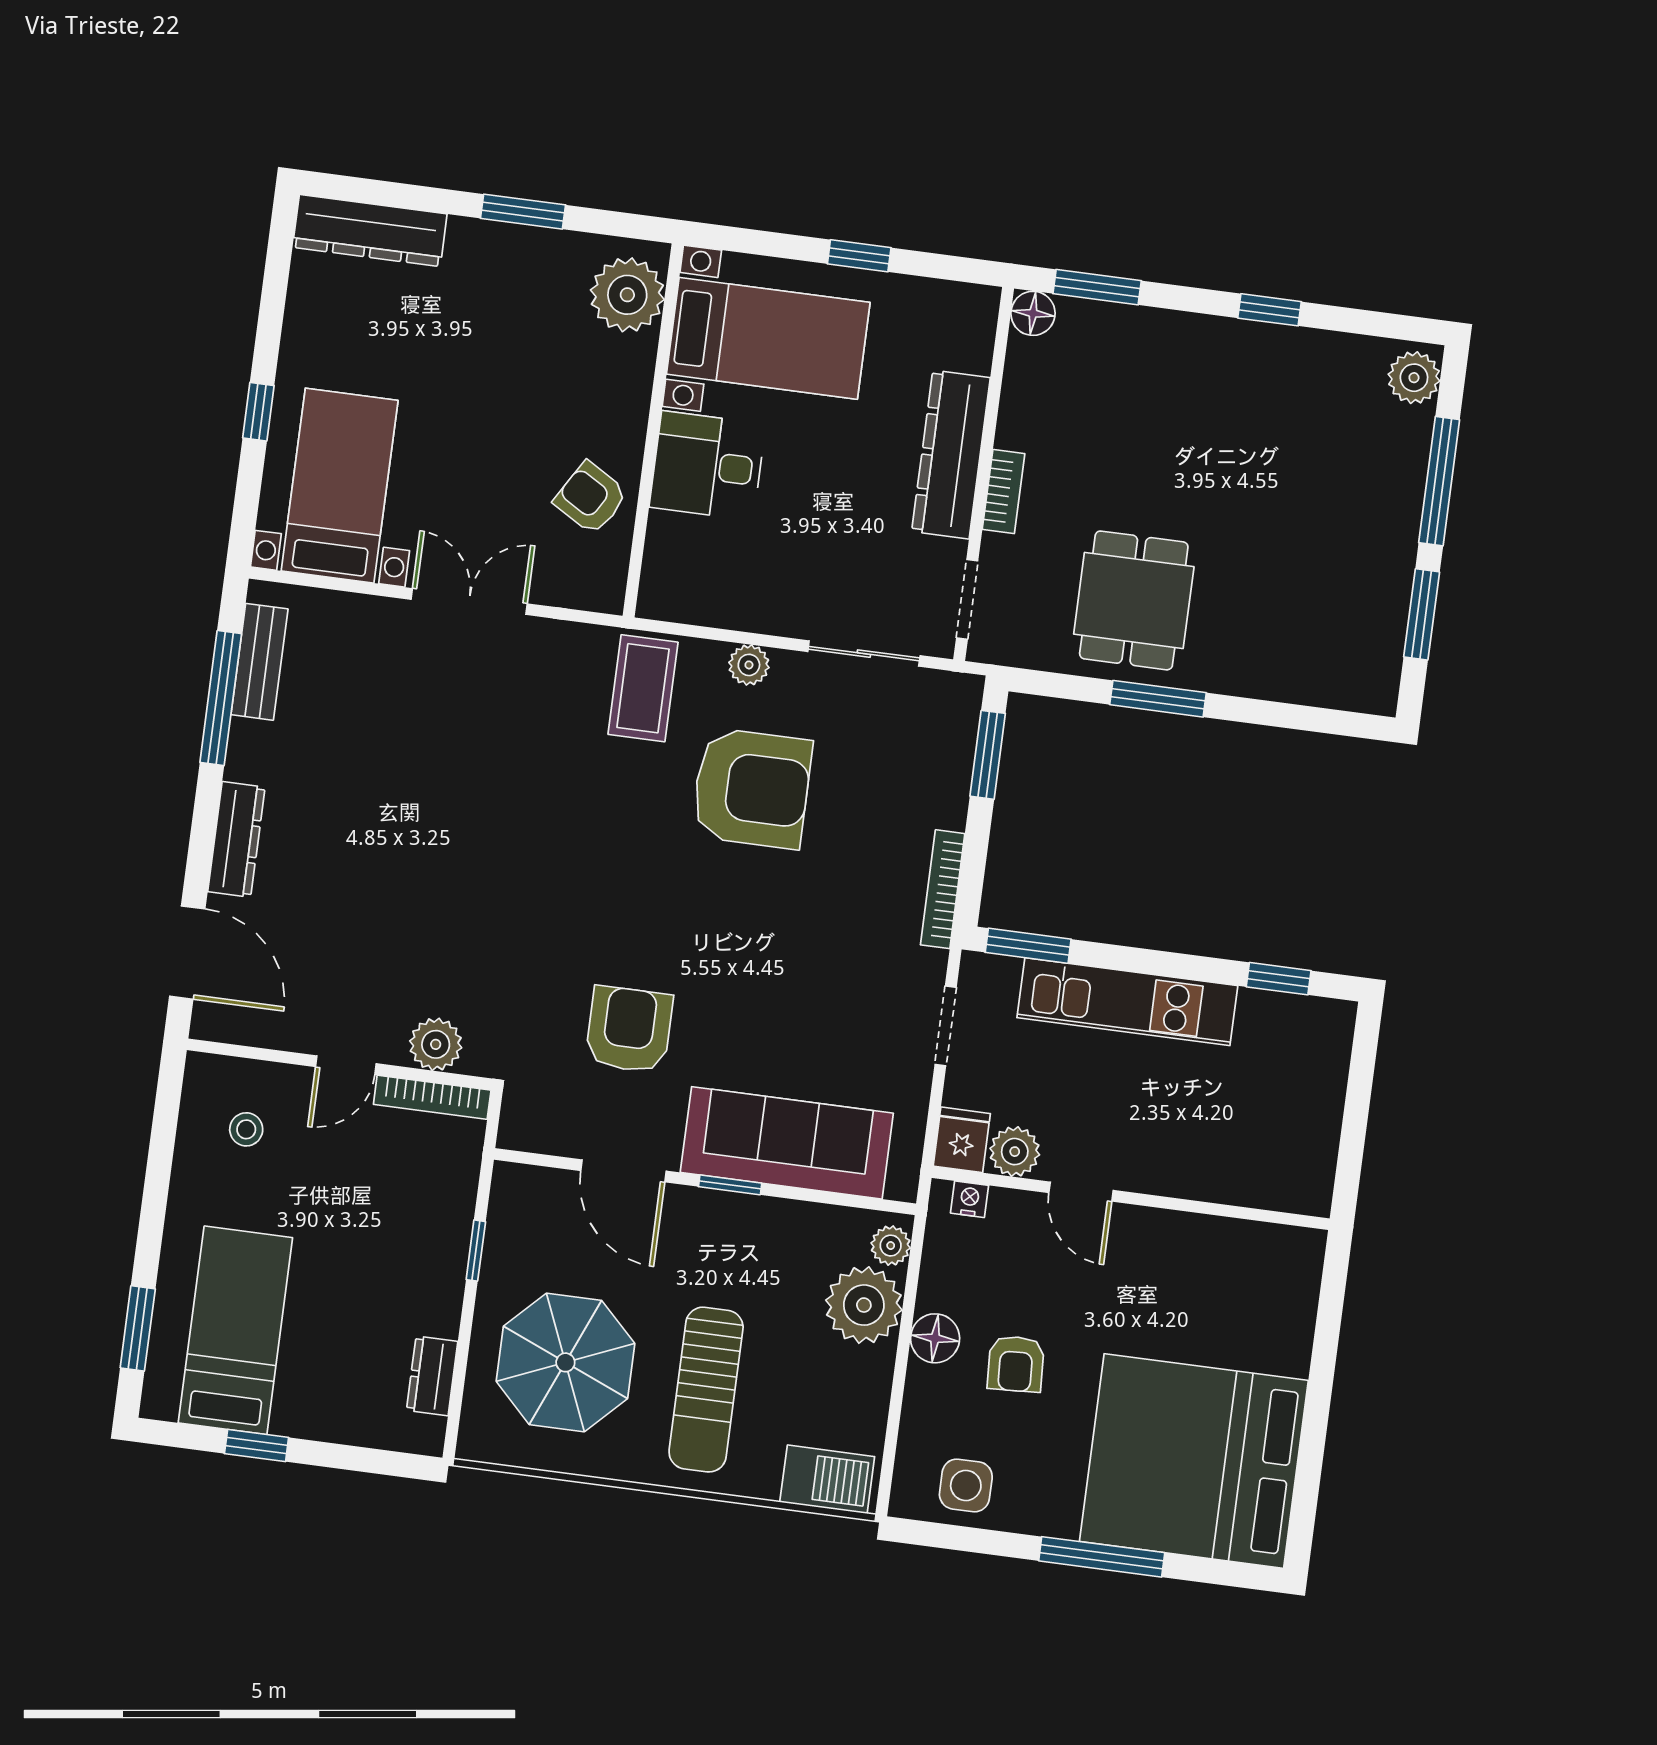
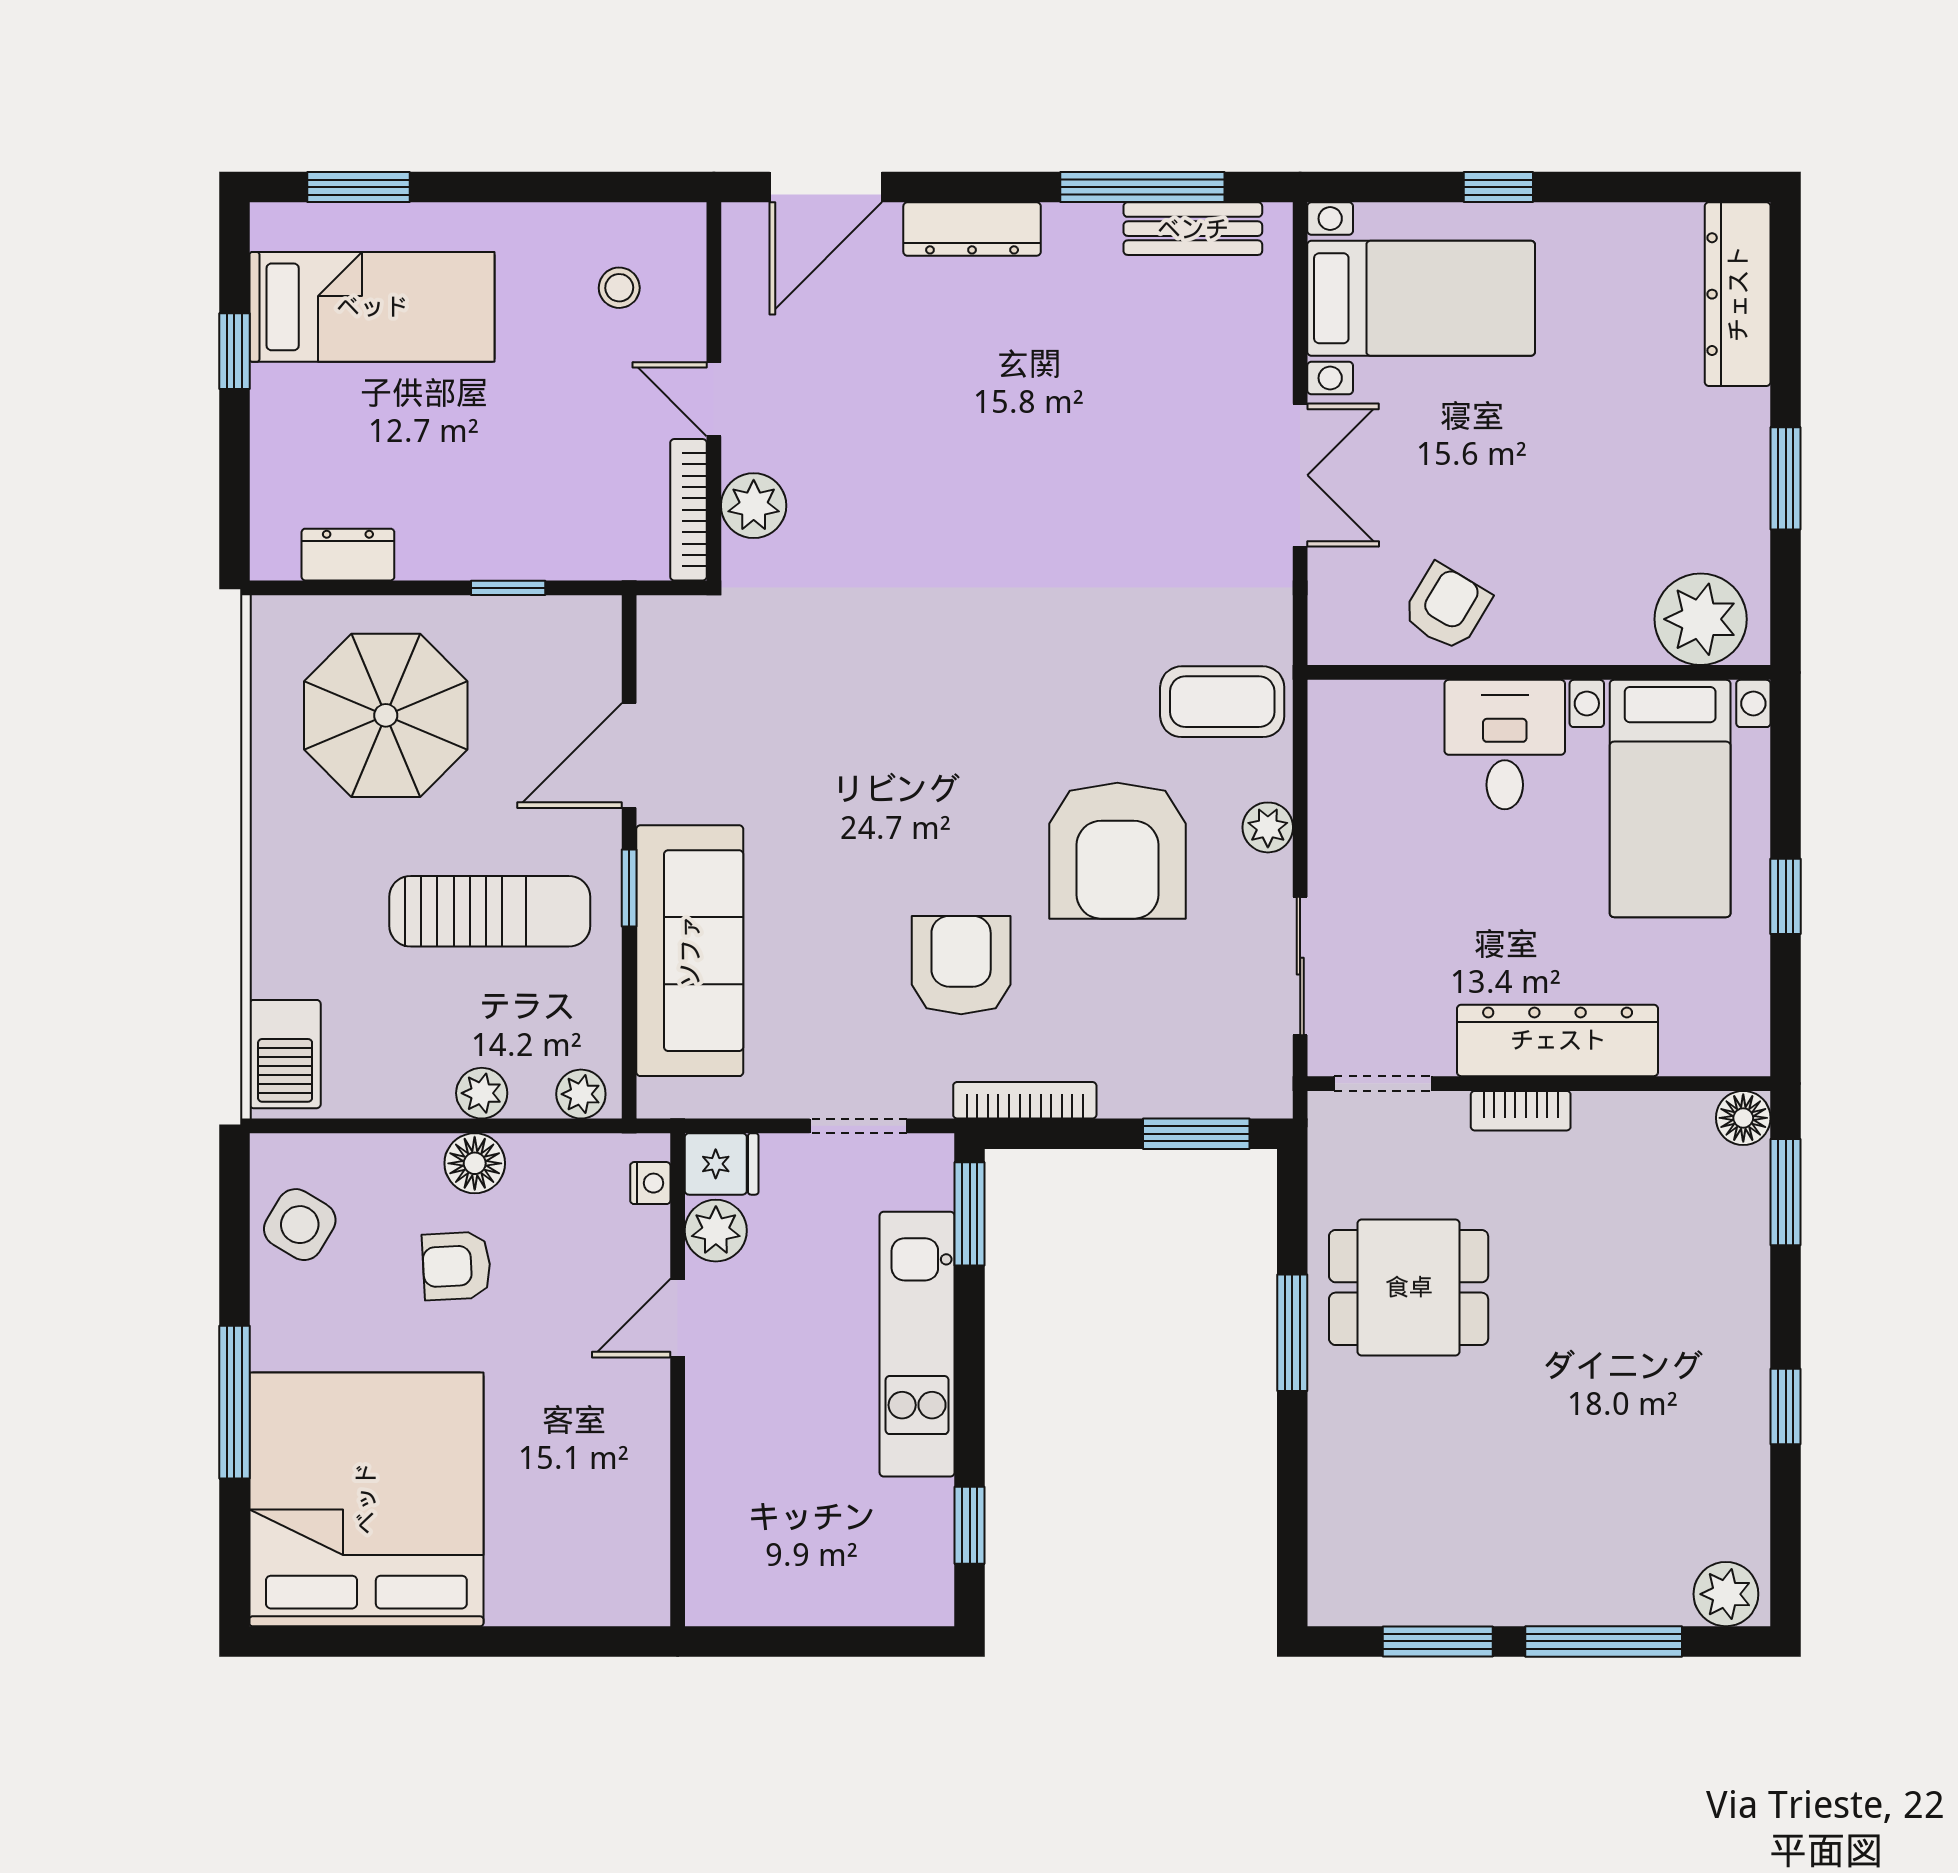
armchair: (629, 1029) -> (961, 965), moved, turned -90
plant: (864, 1305) -> (482, 1093), width x0.53, depth x0.53
sun lounger: (706, 1390) -> (490, 911), moved, turned 180
side table: (966, 1485) -> (300, 1225), turned 31

